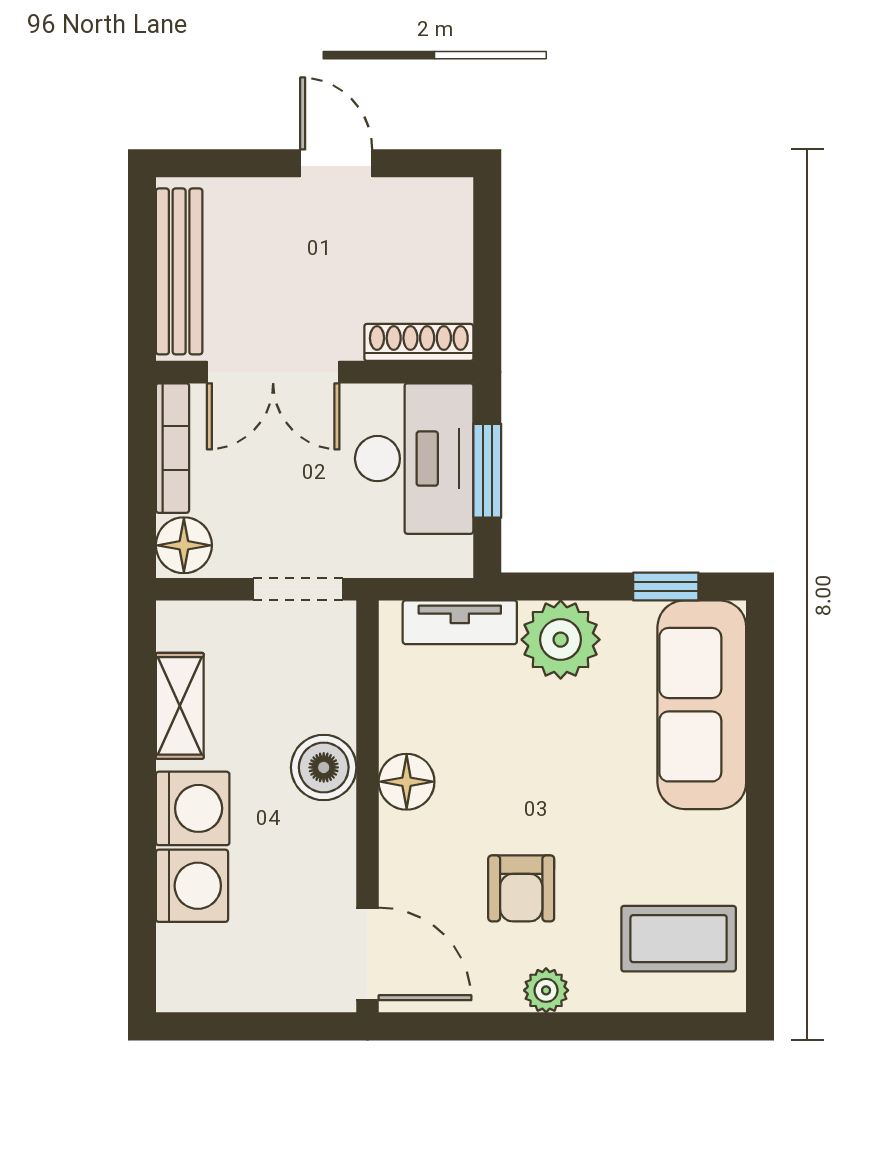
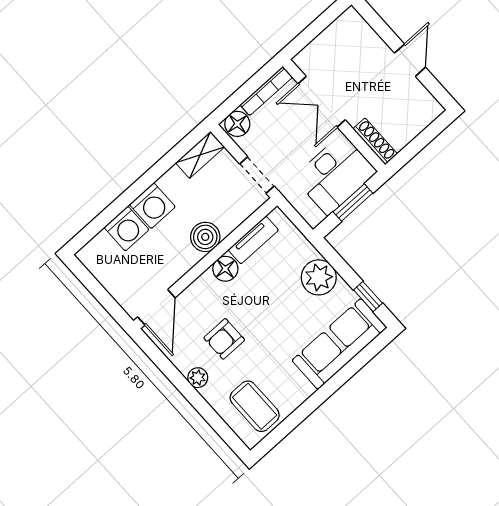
bench: (179, 271) -> (327, 40), removed
tv unit: (460, 622) -> (253, 240), moved, turned -90
shelving: (180, 706) -> (200, 155), moved

